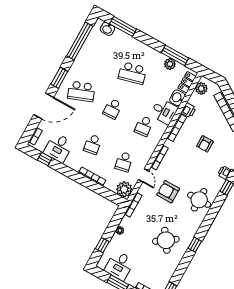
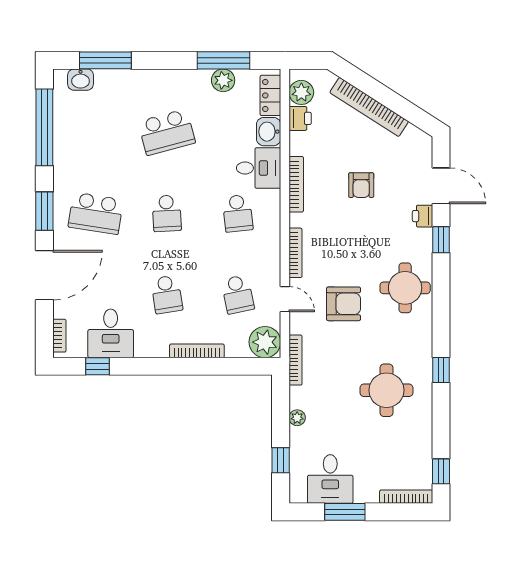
school desk: (81, 91) -> (96, 213), turned 30
printer: (189, 110) -> (300, 118), moved
armchair: (168, 192) -> (344, 304), turned 180
round table: (166, 240) -> (386, 390), turned 35

